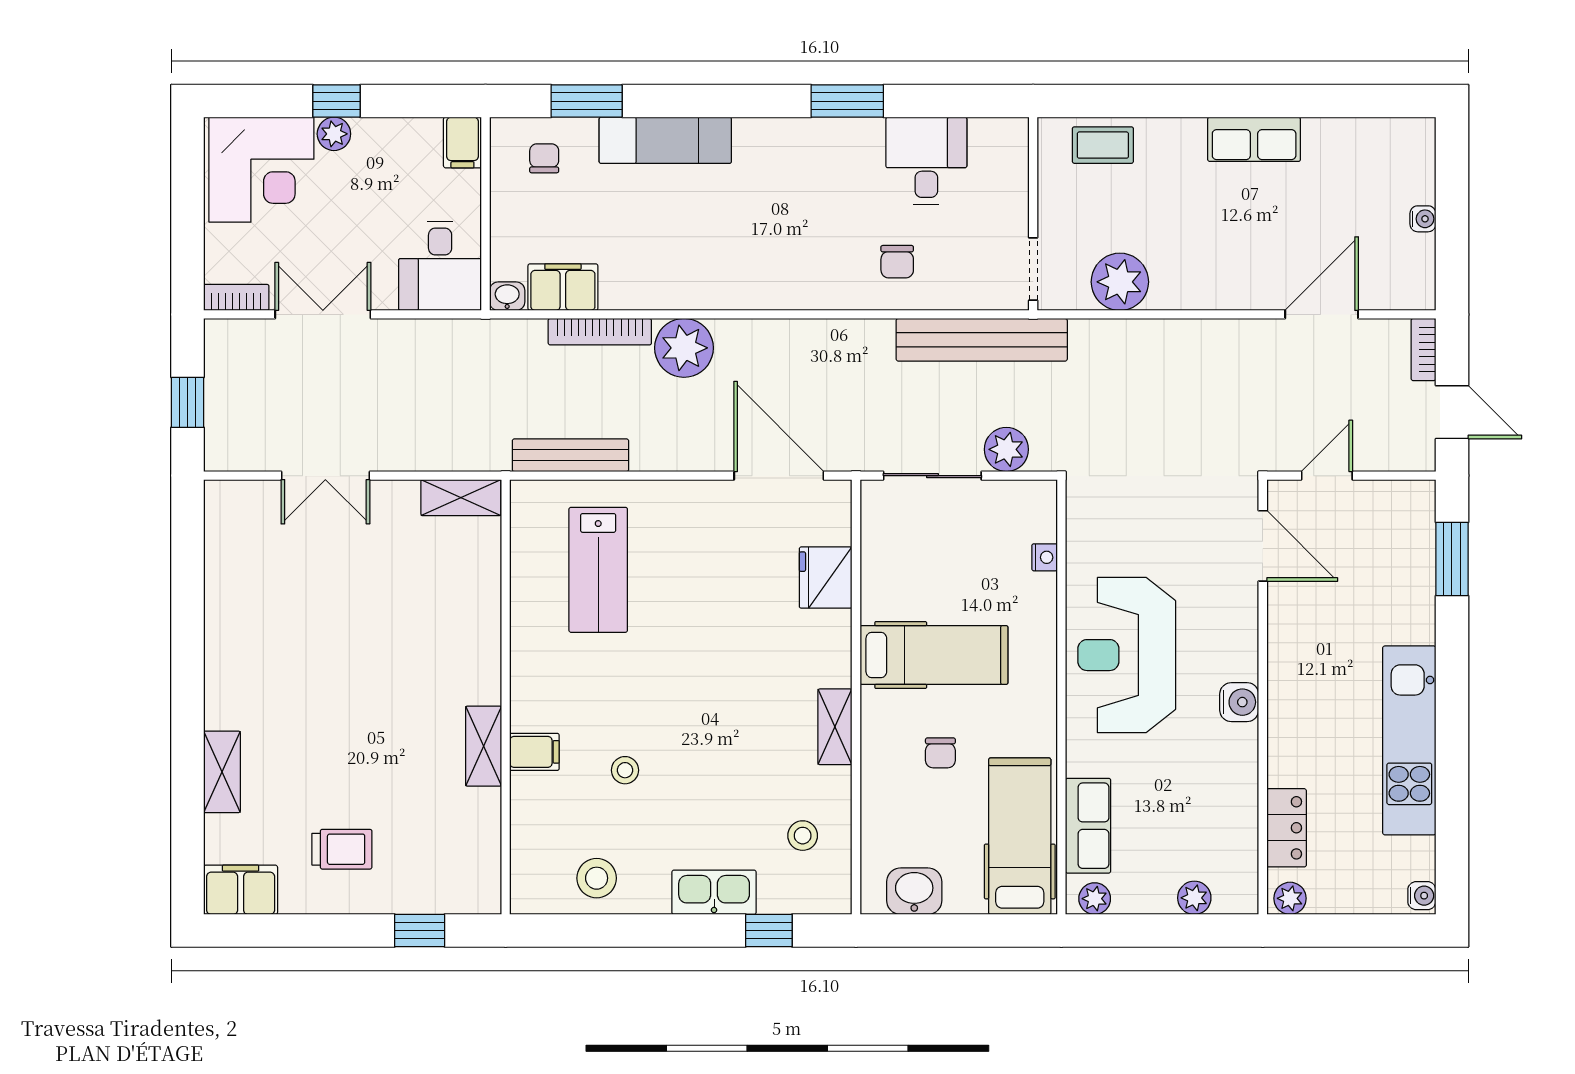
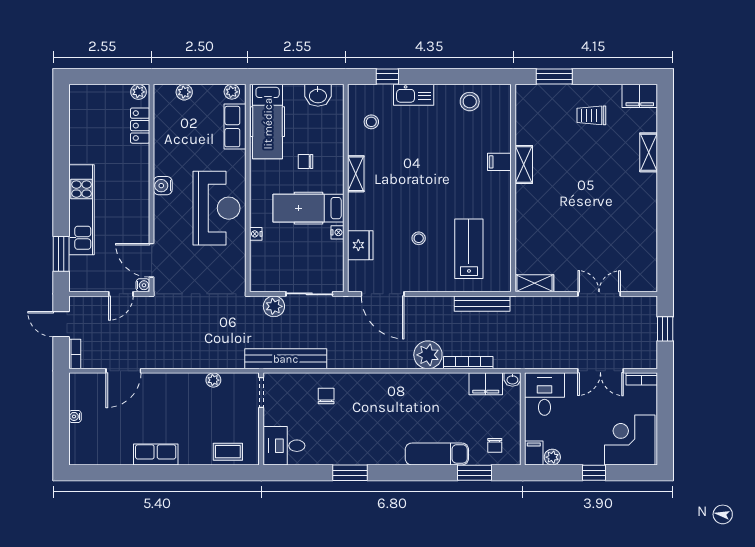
plant: (334, 134) -> (552, 457), moved
desk: (926, 161) -> (284, 446), moved, turned 90
plant: (1120, 282) -> (213, 380), width x0.53, depth x0.53
nightstand: (1045, 557) -> (256, 234), moved
nightstand: (873, 604) -> (337, 232), added
kitchen unit: (1409, 740) -> (82, 210), moved
chair: (940, 753) -> (305, 161), turned -90
stool: (625, 770) -> (419, 238), moved
water cooler: (1422, 896) -> (143, 285), moved, turned 180
window: (420, 931) -> (554, 76), width x1.50

